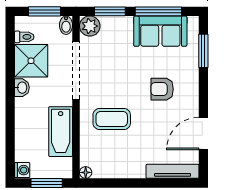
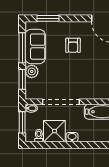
plant: (90, 26) -> (32, 71), moved
coffee table: (112, 119) -> (93, 78), removed

